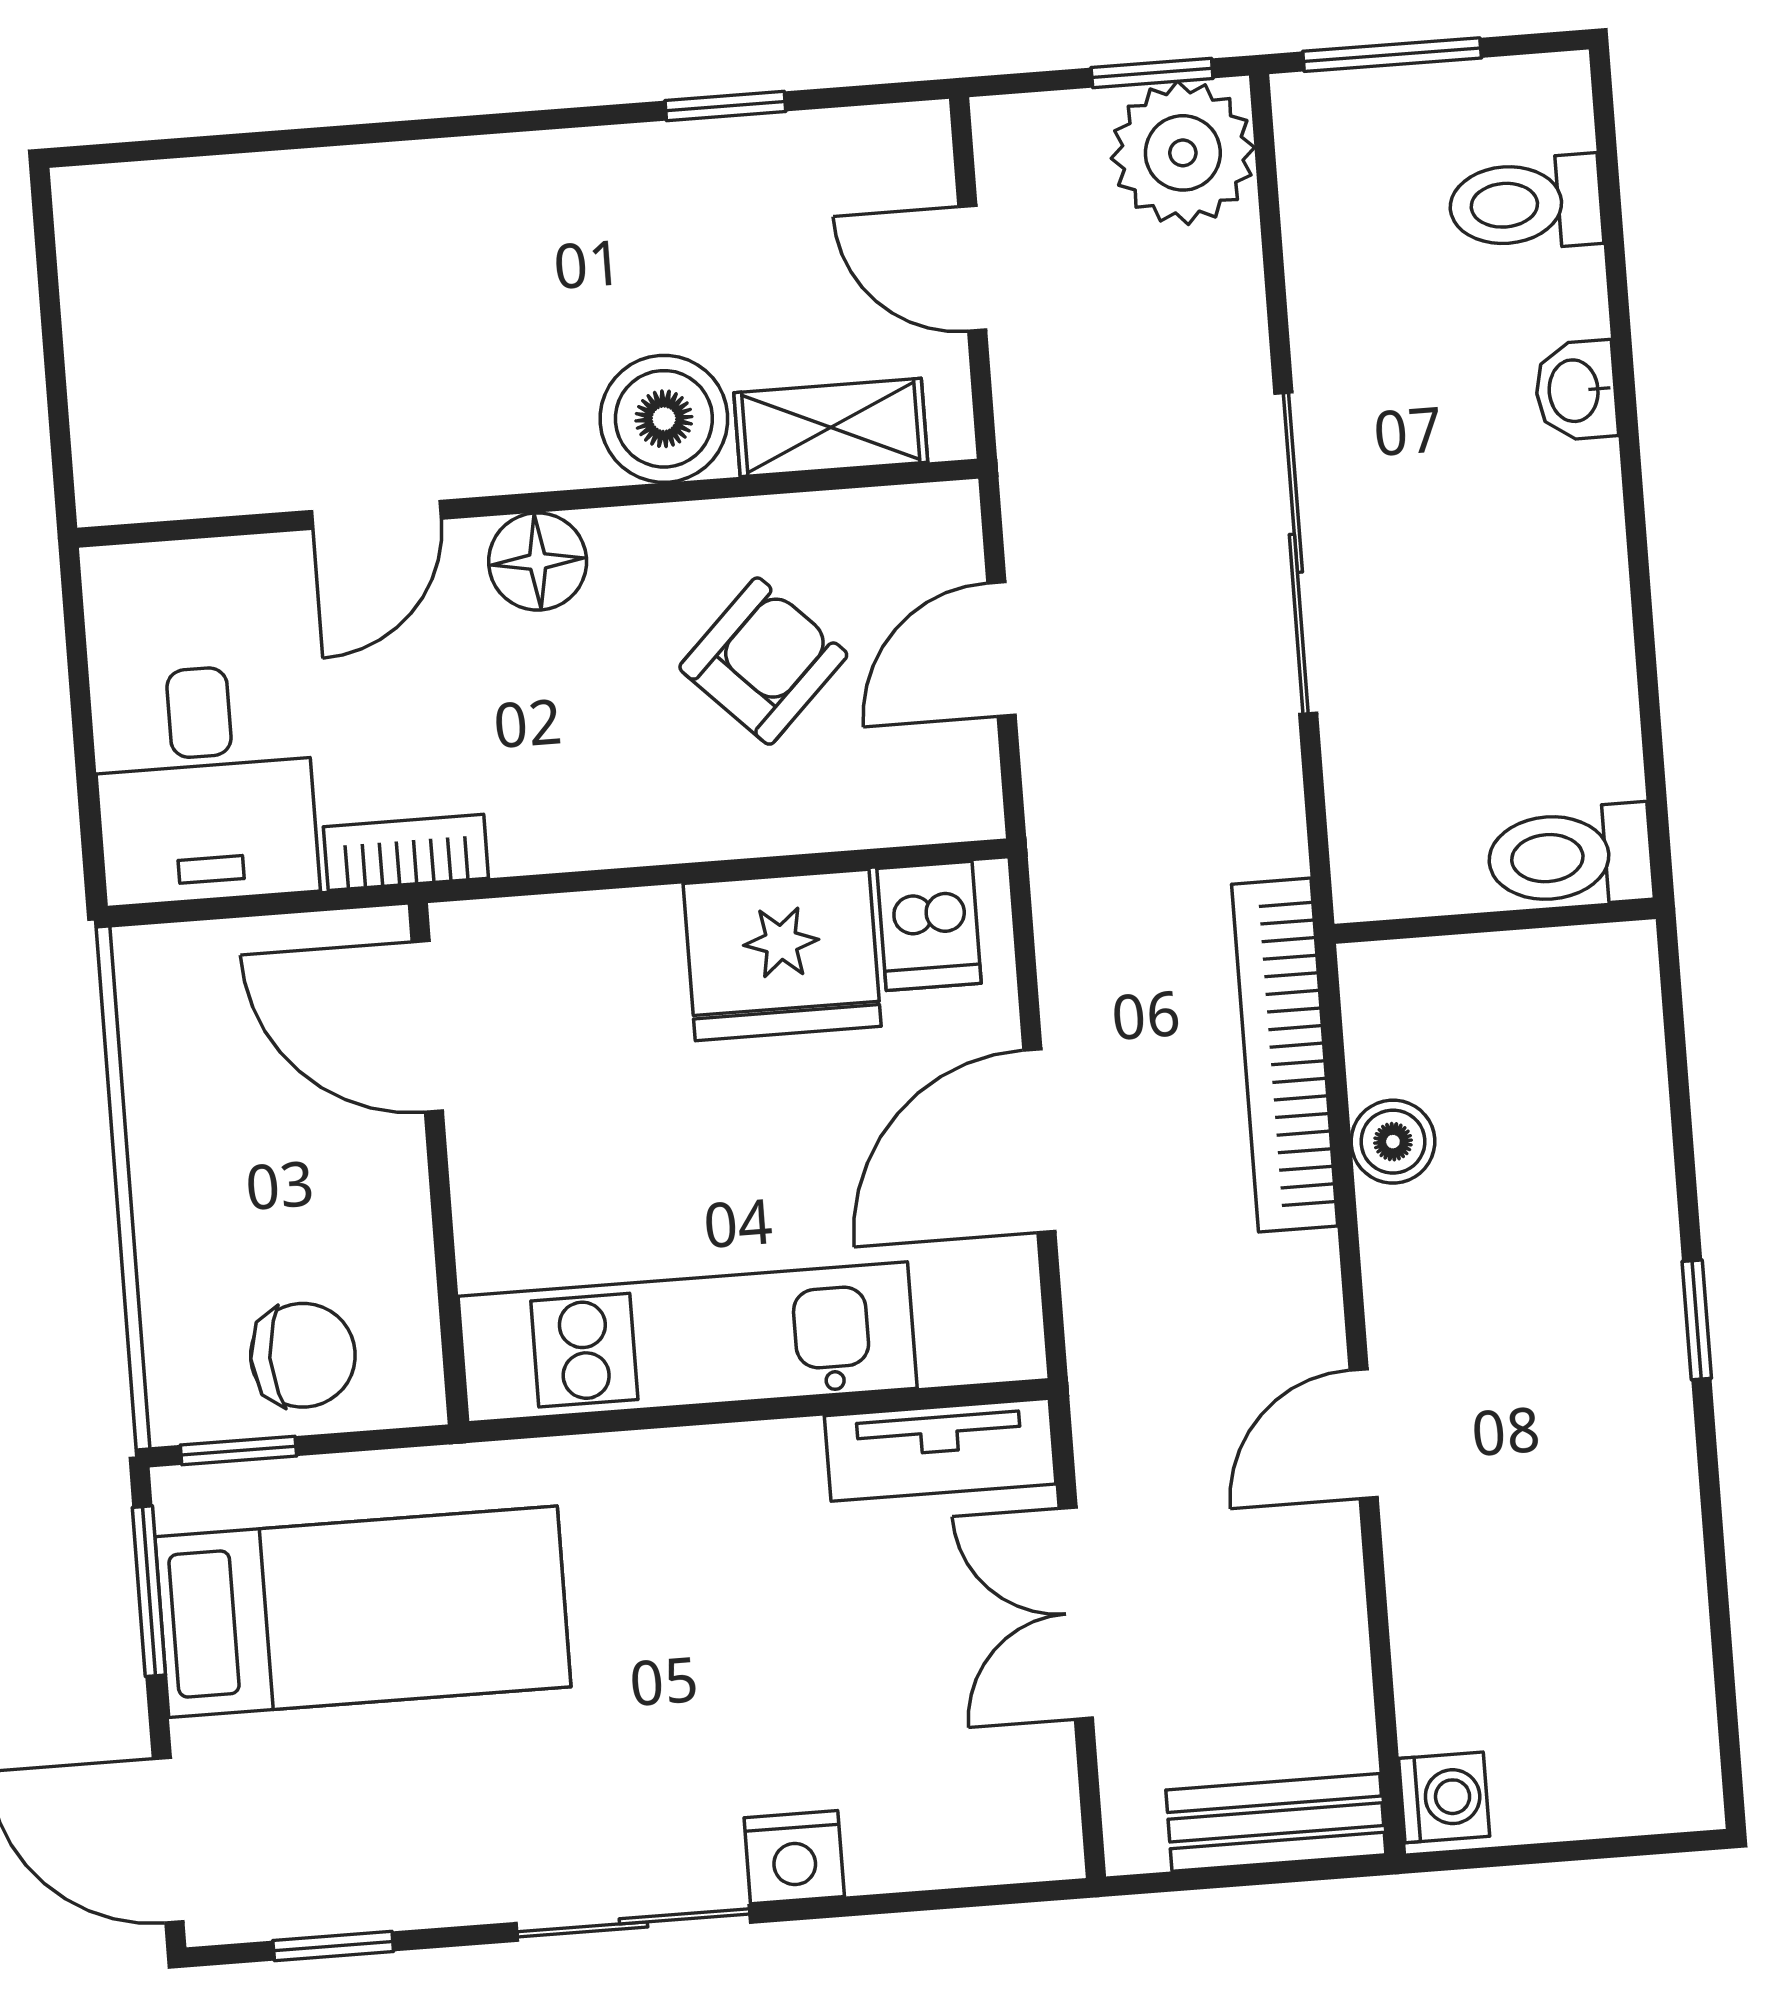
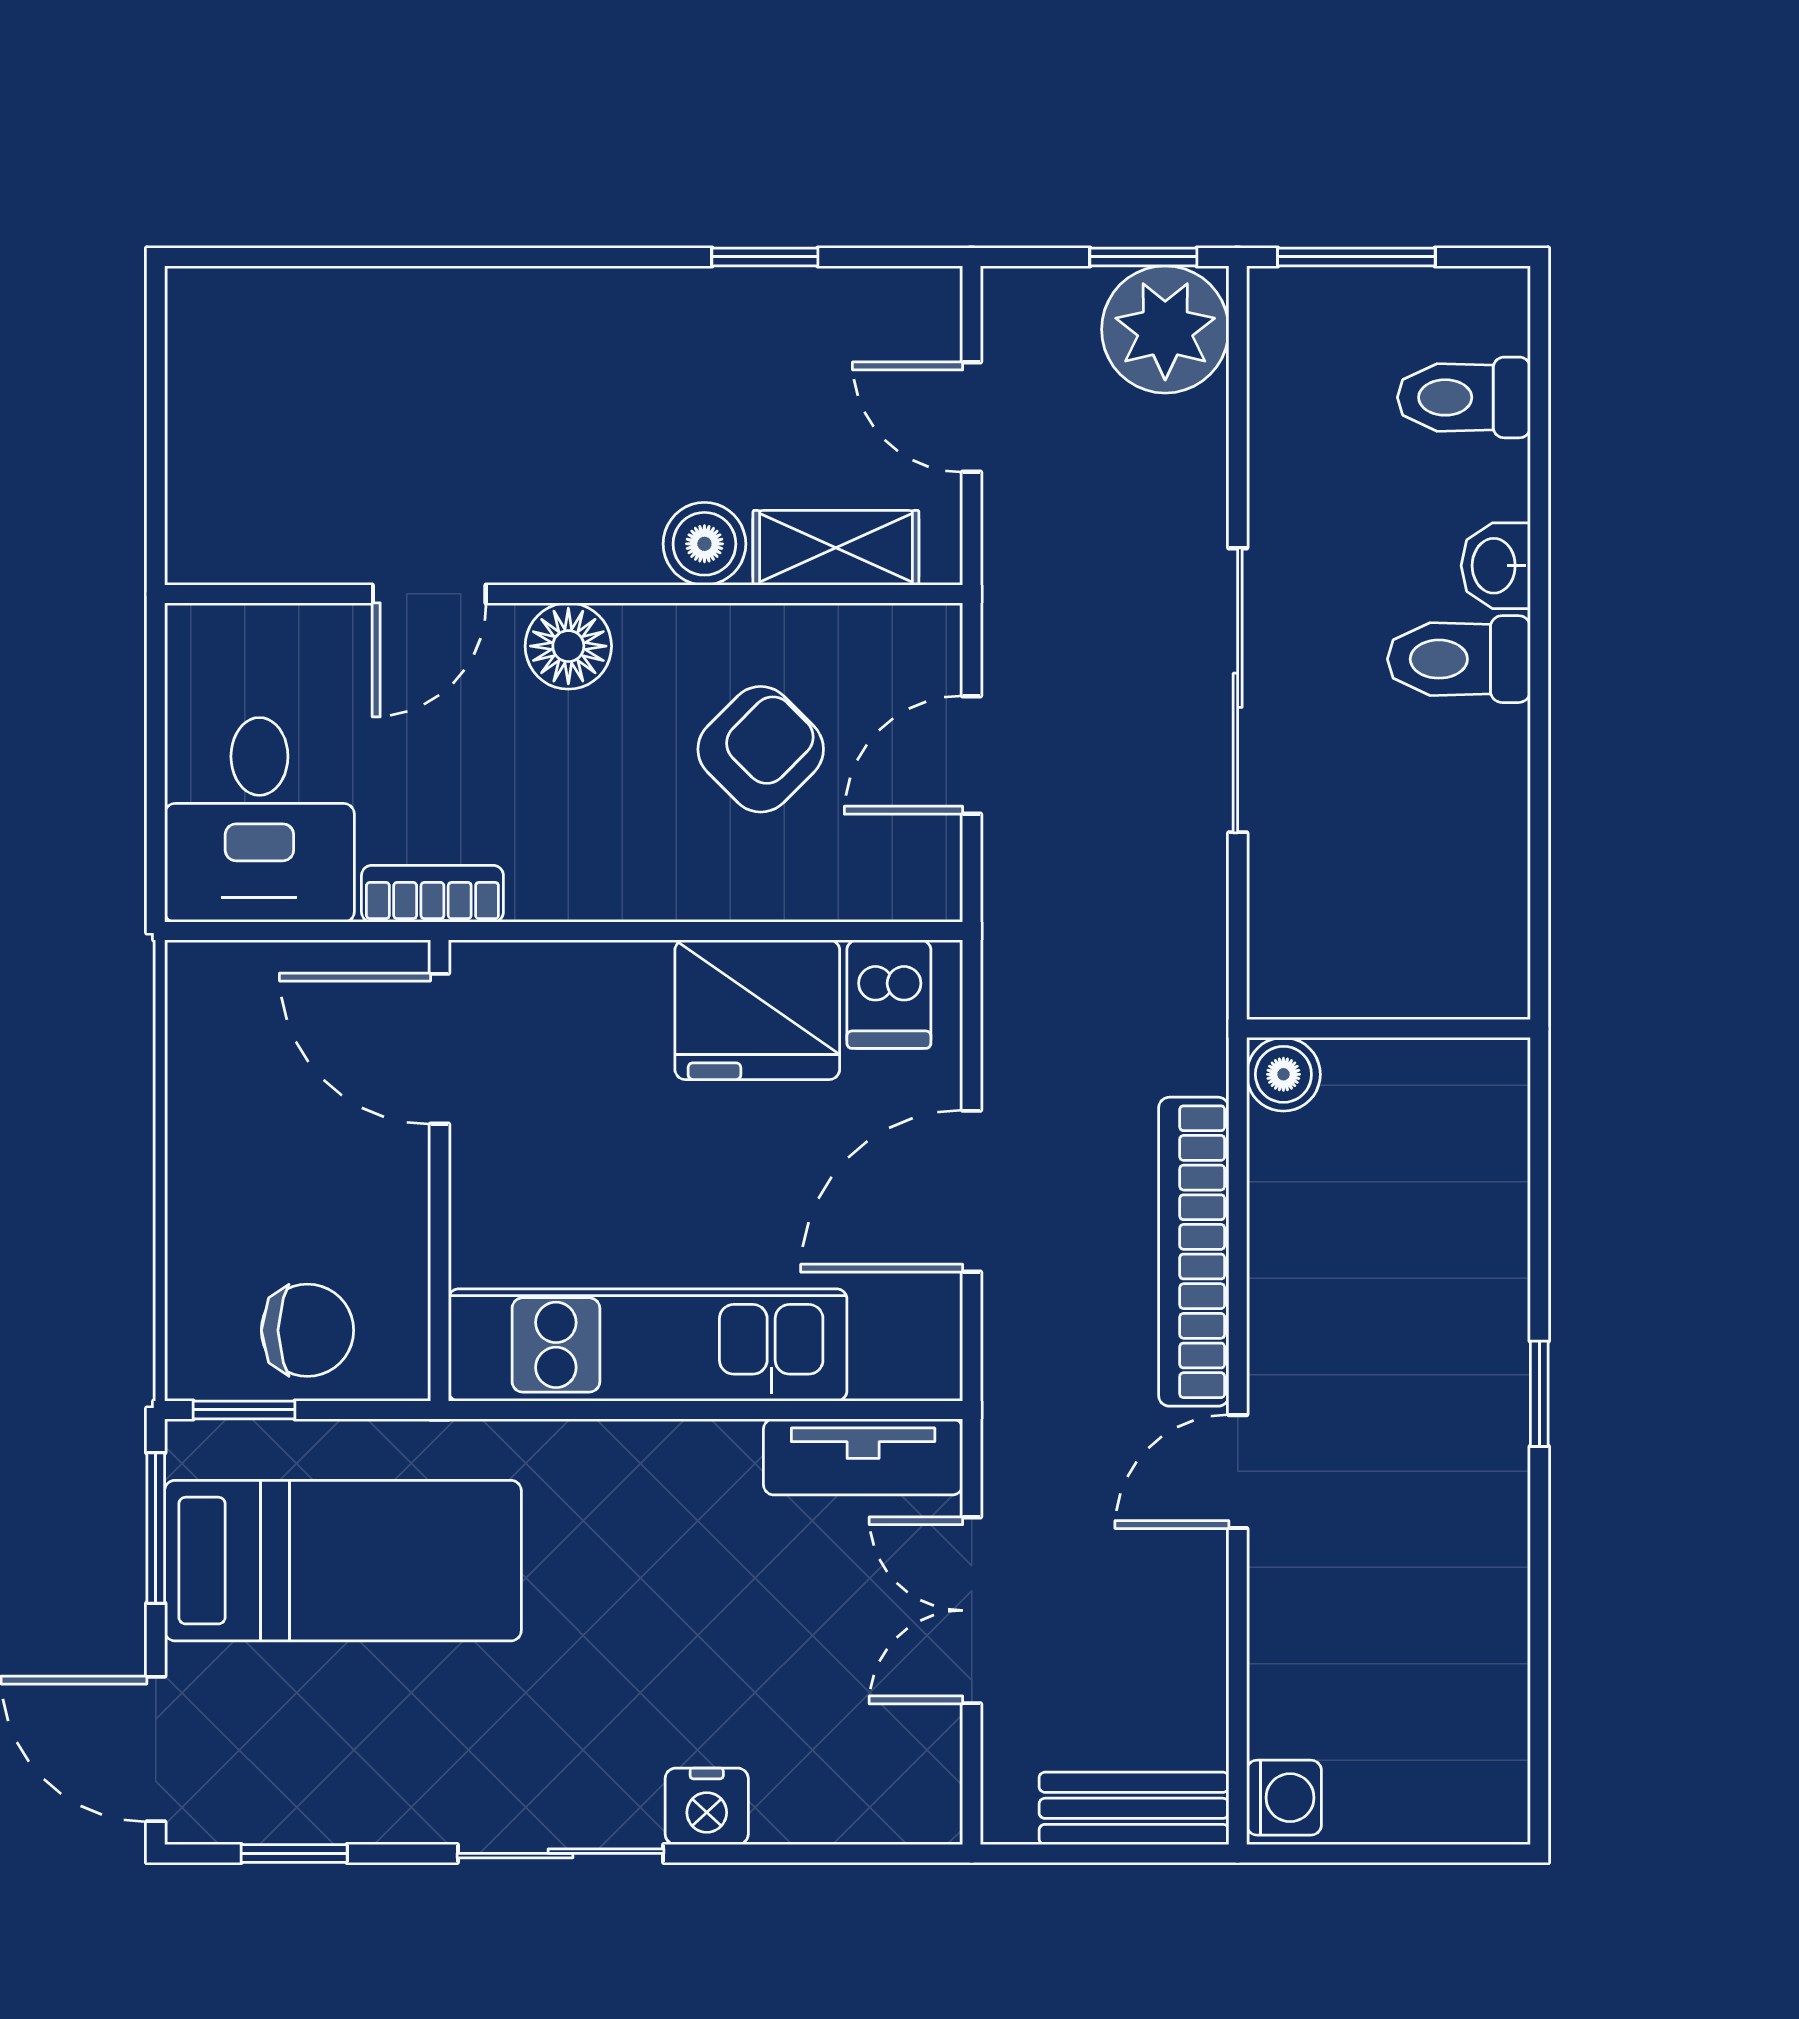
boiler: (664, 419) -> (704, 544), width x0.73, depth x0.73
toilet: (1570, 856) -> (1459, 659), moved
bookcase: (1285, 1055) -> (1194, 1252), moved
boiler: (1393, 1142) -> (1283, 1074), moved

